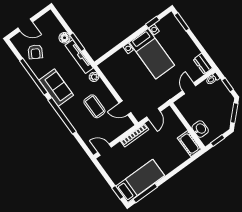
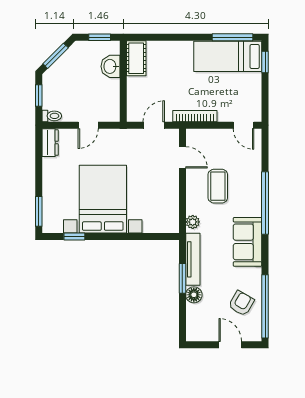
bed with nightstands: (152, 54) -> (103, 199), width x1.36
window: (34, 77) -> (265, 306), moved

